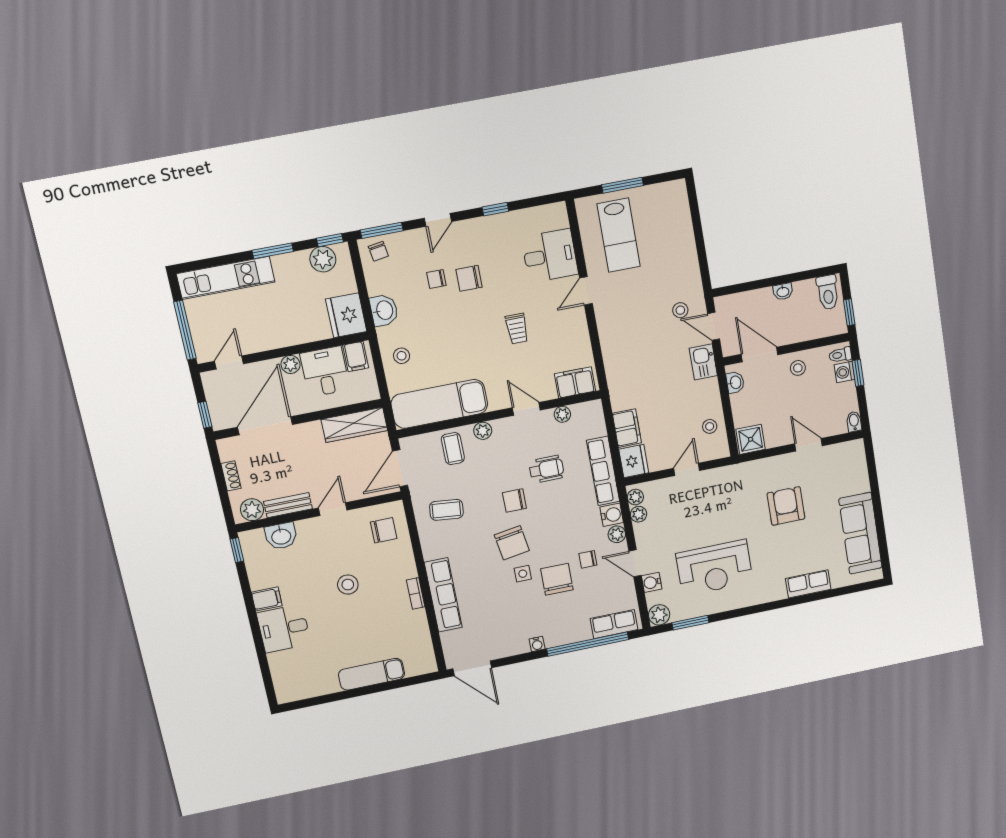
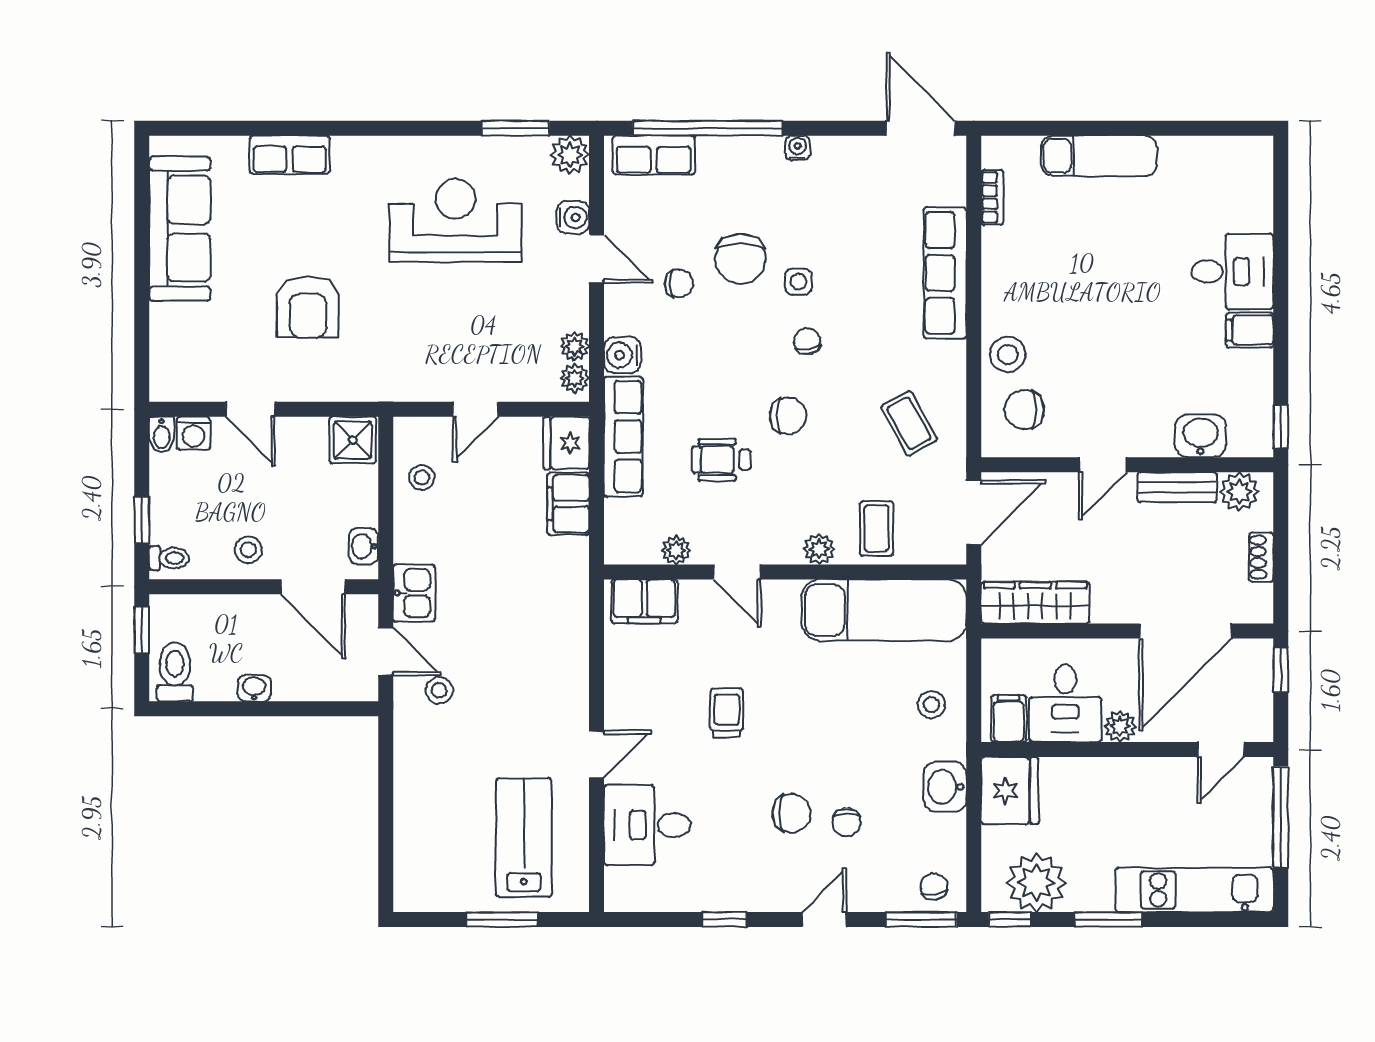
plant: (323, 259) -> (1036, 883), width x1.36, depth x1.36
chair: (436, 279) -> (847, 822), turned 90
washing machine: (845, 372) -> (194, 433), moved, turned 90
coffee table: (446, 510) -> (909, 423), turned 55
plant: (617, 534) -> (620, 318), removed
chair: (512, 543) -> (807, 341), width x0.54, depth x0.54
stool: (348, 585) -> (1008, 354), moved
bookcase: (416, 594) -> (992, 197), moved

